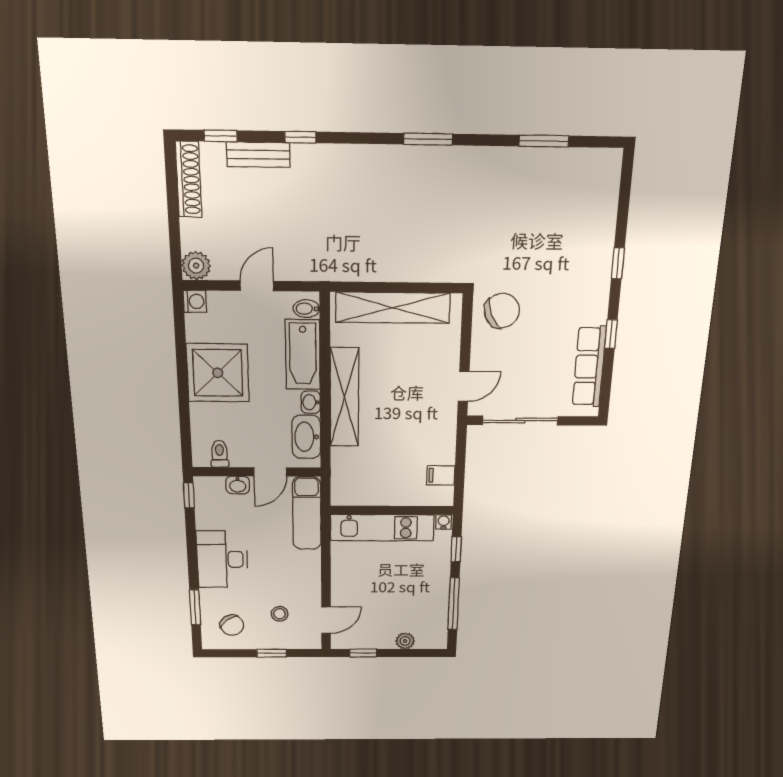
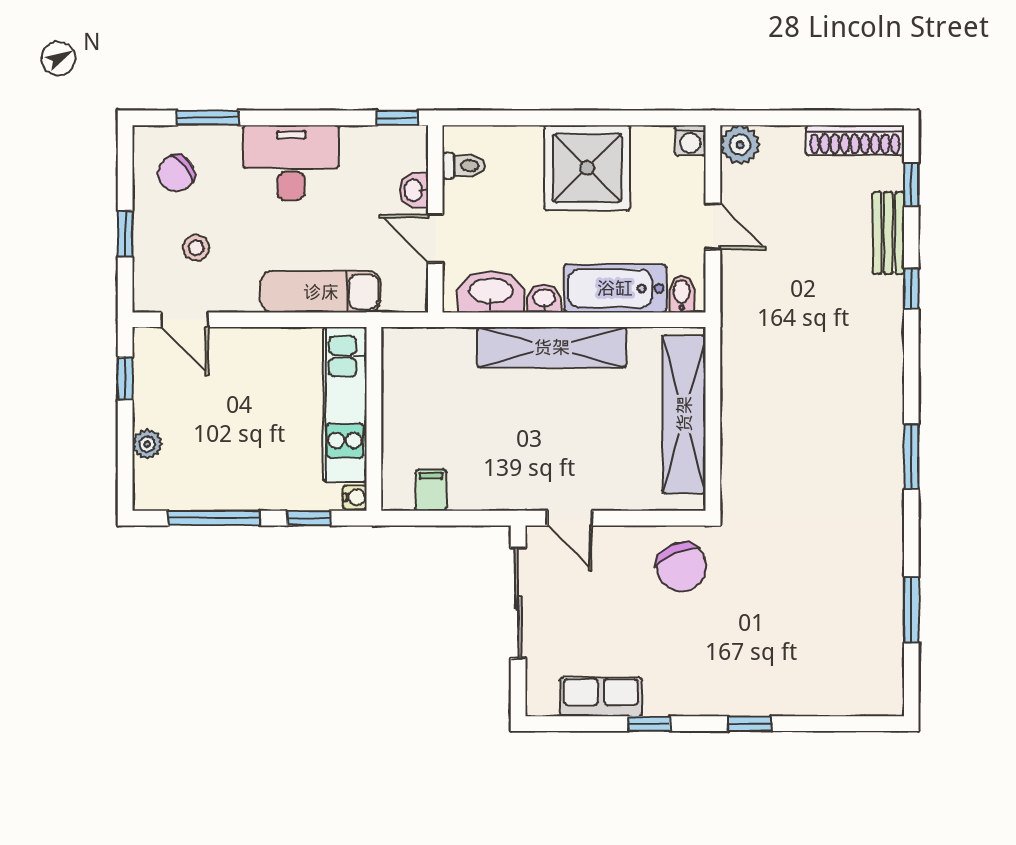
row of seats: (589, 367) -> (601, 697), width x0.68
exam couch: (307, 513) -> (321, 292), moved

